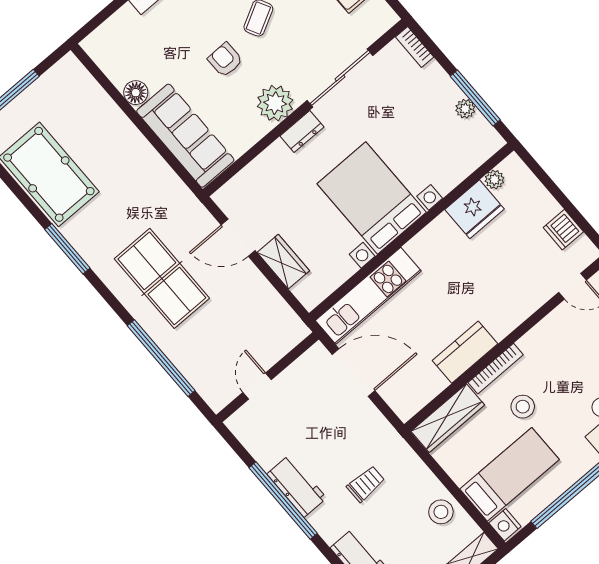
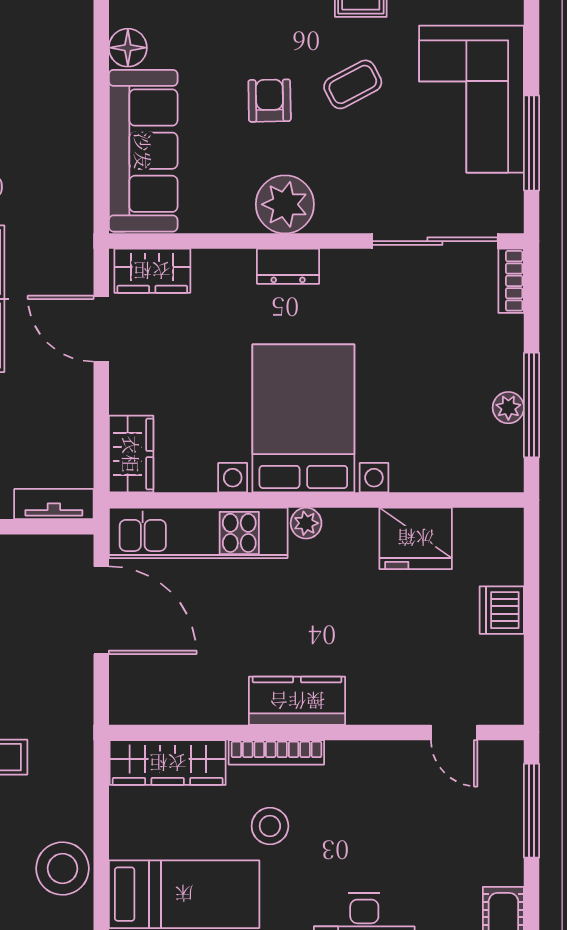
sliding door: (340, 78) -> (435, 241), moved
plant: (494, 180) -> (306, 523), moved
wardrobe: (239, 189) -> (152, 271), added
dishwasher: (563, 230) -> (502, 610), moved
wardrobe: (283, 262) -> (131, 454), moved
tv unit: (287, 341) -> (54, 504), added
kitchen counter: (465, 352) -> (297, 701), moved
stool: (441, 512) -> (63, 869), width x1.38, depth x1.38

